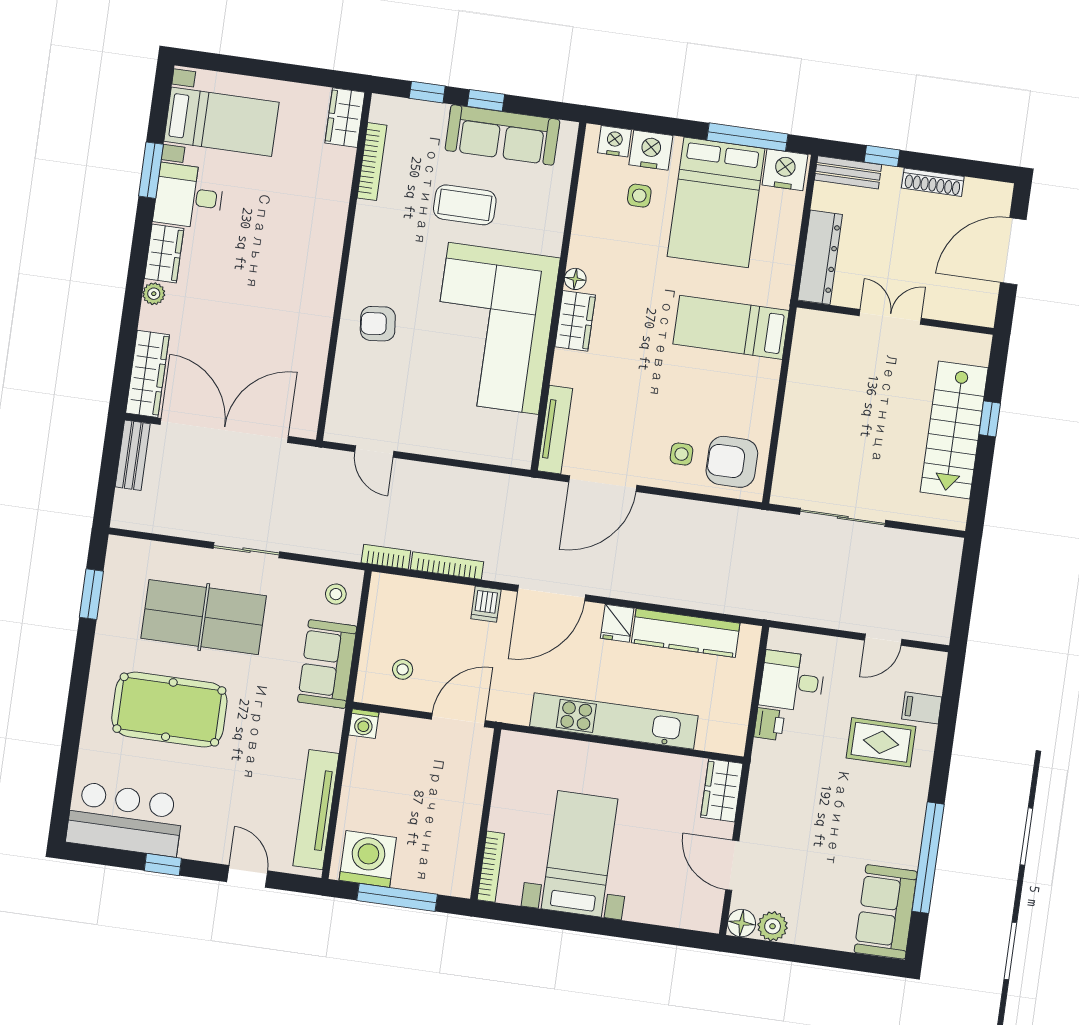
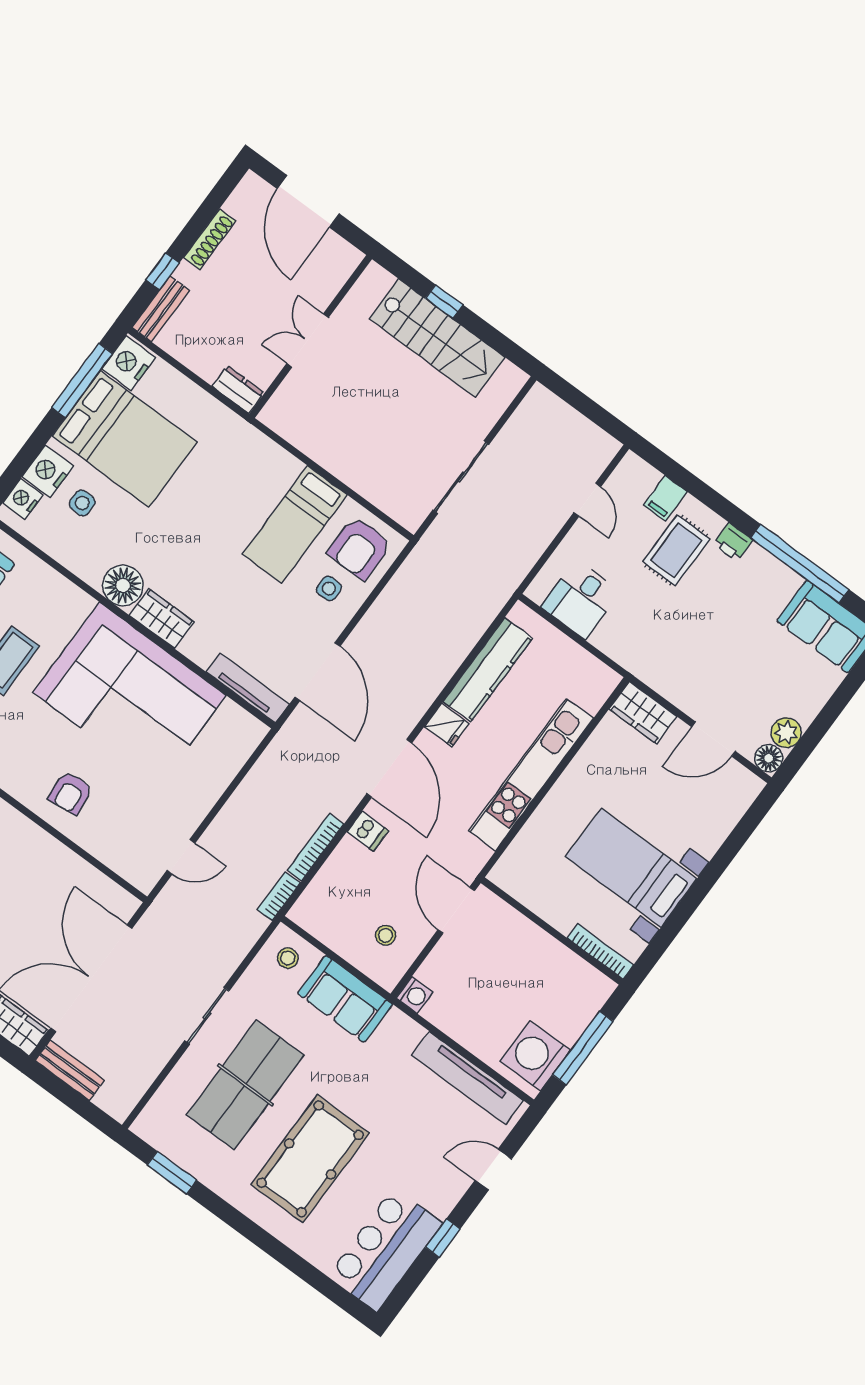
dresser: (820, 257) -> (238, 390), width x0.51, depth x0.80
floor lamp: (575, 279) -> (123, 585), width x1.89, depth x1.89
bed: (731, 327) -> (295, 524), moved
printer: (769, 724) -> (733, 542), moved, turned 180

